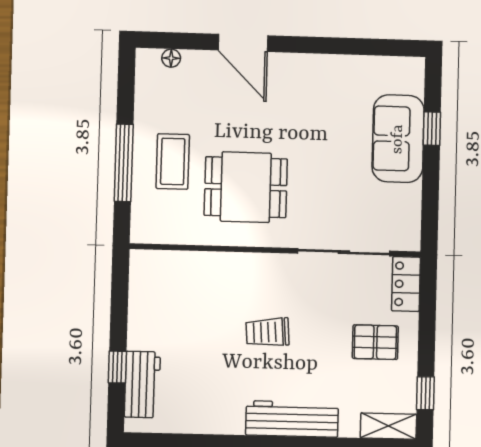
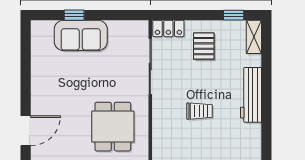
trolley: (267, 332) -> (200, 111), turned -86

